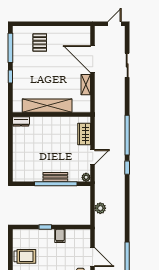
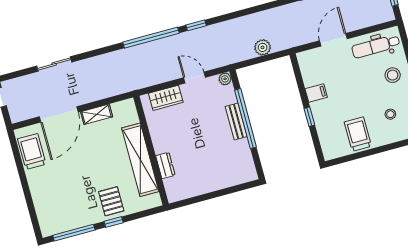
trolley: (73, 34) -> (32, 152), added
pallet: (40, 43) -> (111, 201), moved, turned 90
dresser: (21, 121) -> (165, 165), moved

